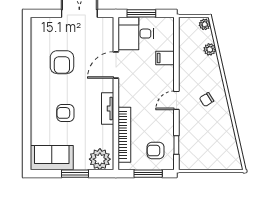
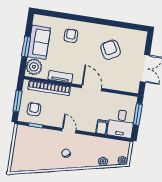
desk: (136, 34) -> (121, 123), moved, turned 180
armchair: (62, 62) -> (111, 50), turned 61
door: (116, 65) -> (91, 88), moved
tv unit: (108, 108) -> (60, 77), moved
armchair: (65, 113) -> (71, 36), moved
sofa: (52, 158) -> (39, 42), moved

